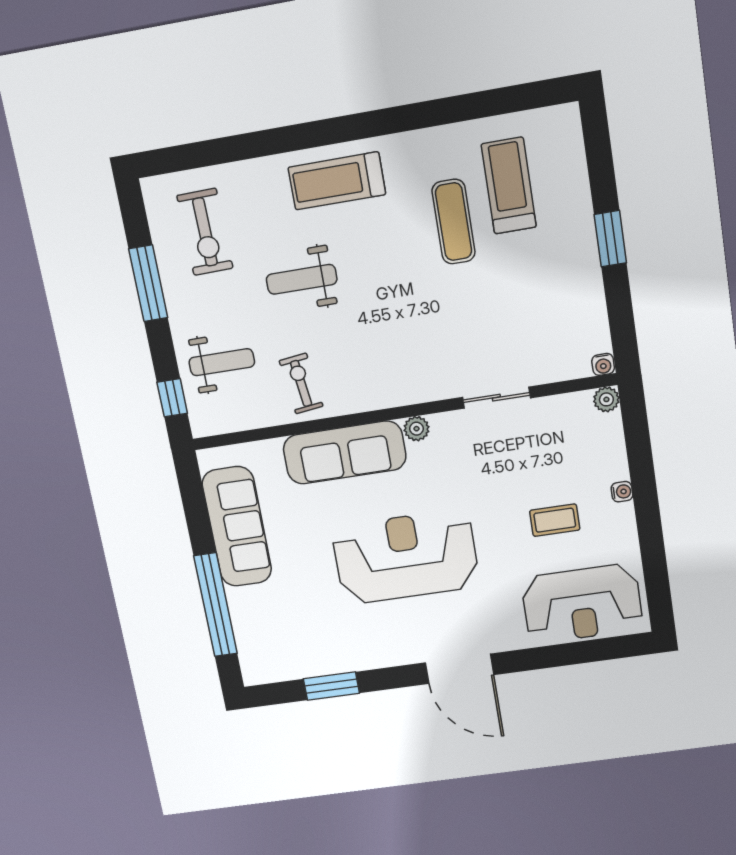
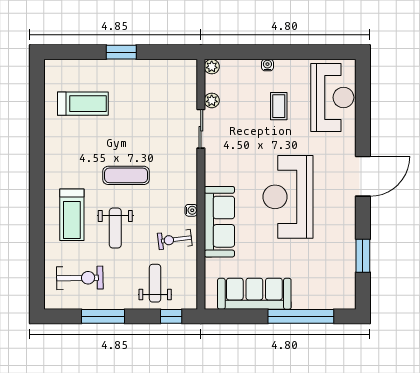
treadmill: (337, 181) -> (72, 215), moved
treadmill: (509, 186) -> (83, 104), turned 180
exercise mat: (454, 222) -> (126, 175), moved
water cooler: (603, 364) -> (191, 210), moved
plant: (417, 429) -> (212, 100), moved

